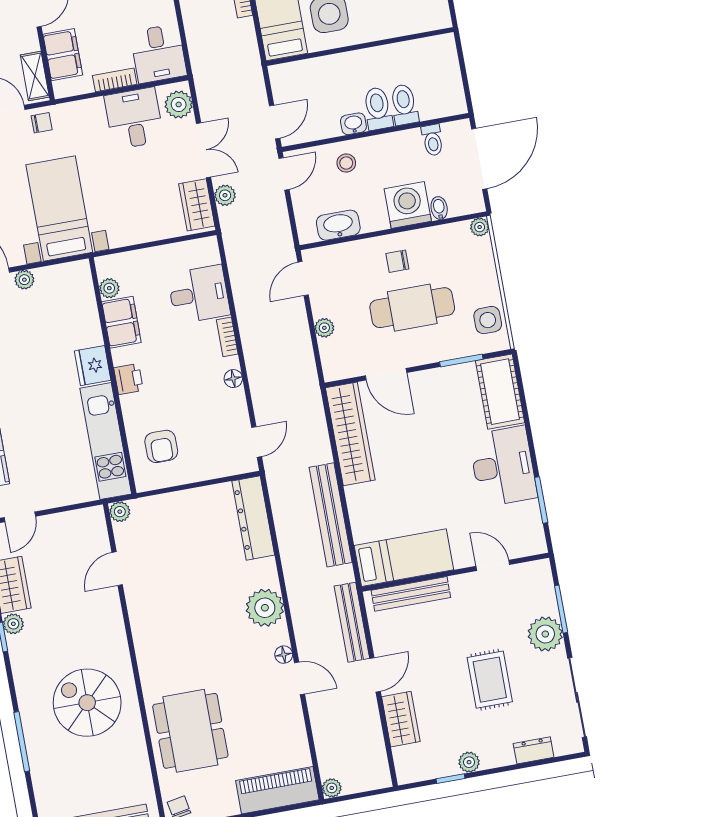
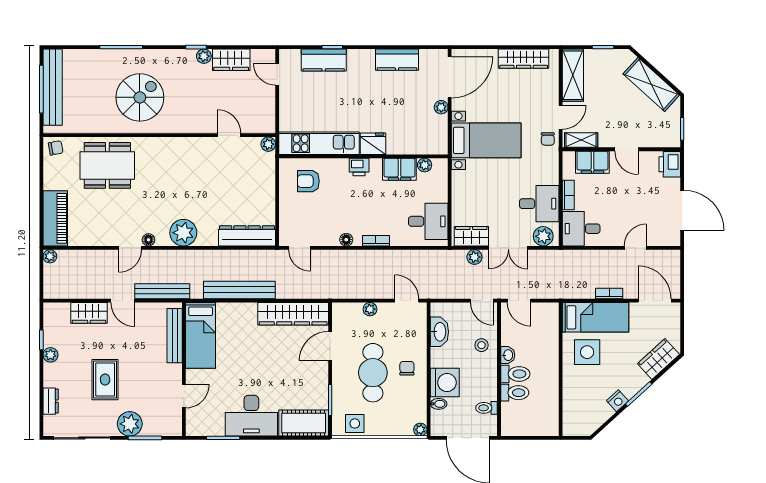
desk: (199, 294) -> (428, 221), moved, turned -90
rug: (490, 680) -> (105, 380), turned 90

